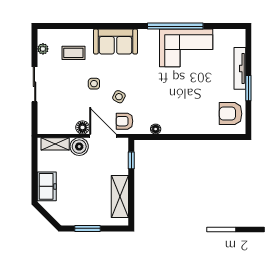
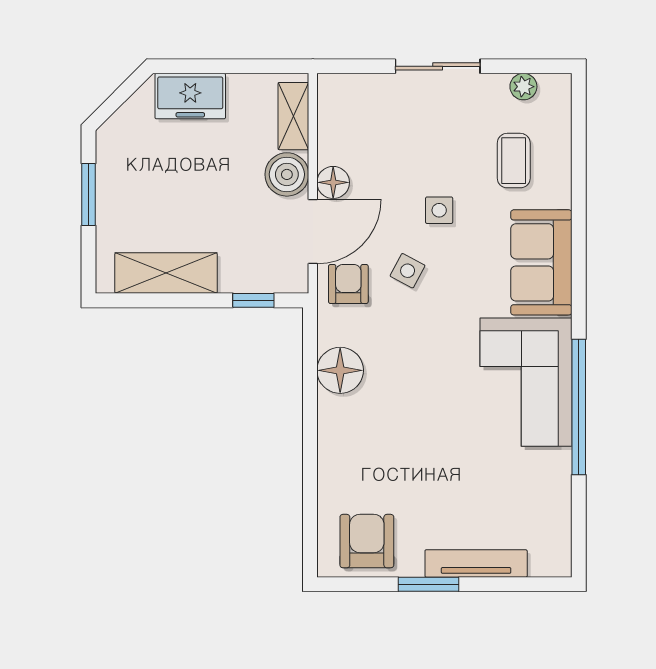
corner sofa: (186, 48) -> (526, 382), moved
floor lamp: (156, 129) -> (340, 370), width x1.89, depth x1.89

